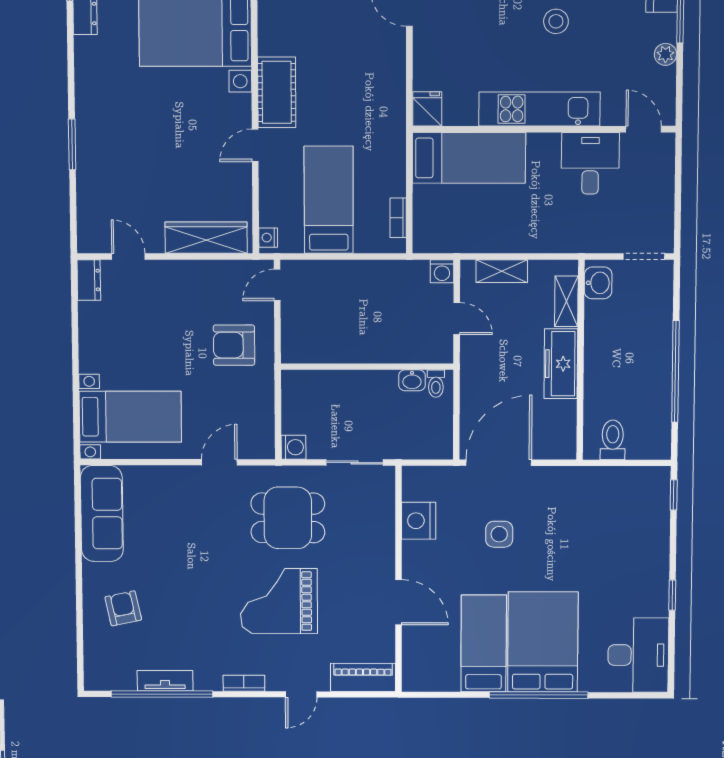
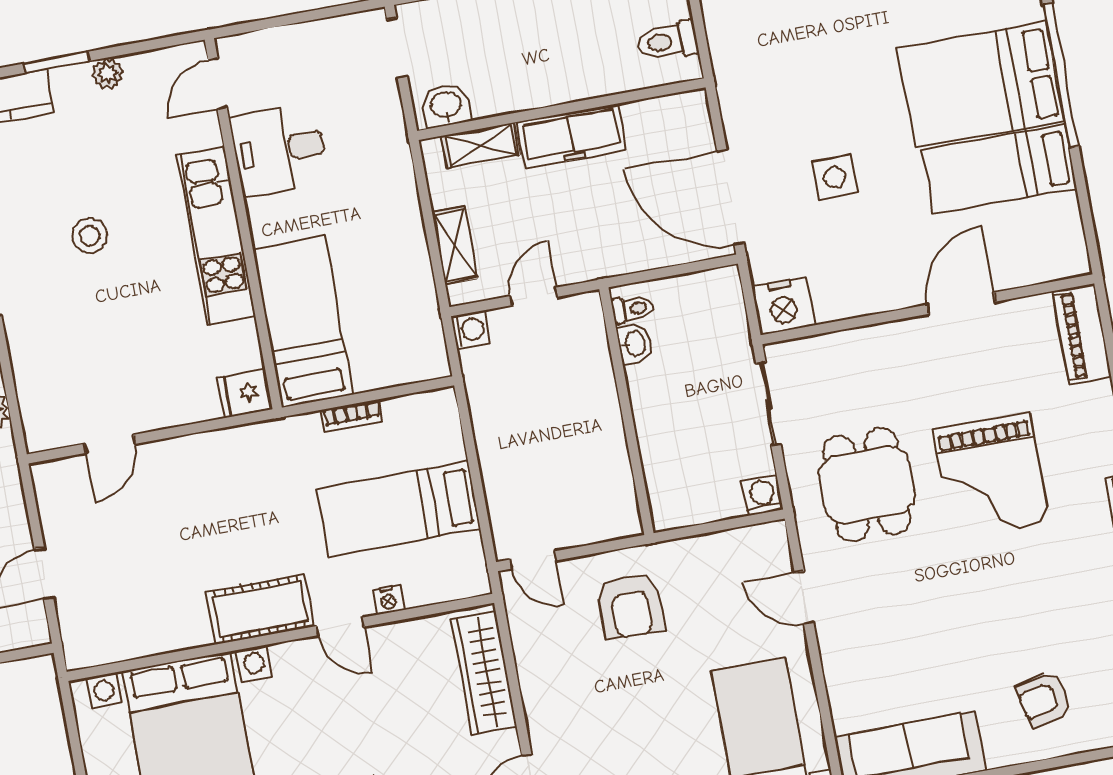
bookcase: (398, 218) -> (352, 416), moved
nightstand: (268, 238) -> (388, 599), moved
nightstand: (419, 521) -> (783, 306), moved

